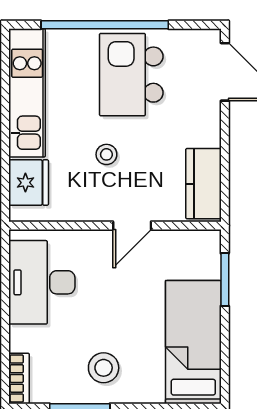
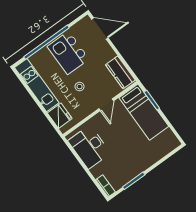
bed: (193, 342) -> (144, 112), moved, turned 180
stool: (104, 368) -> (132, 161), removed

